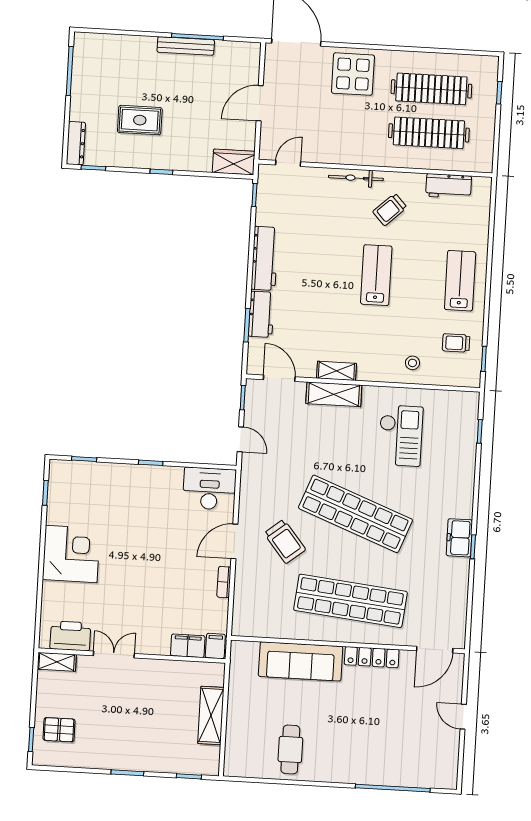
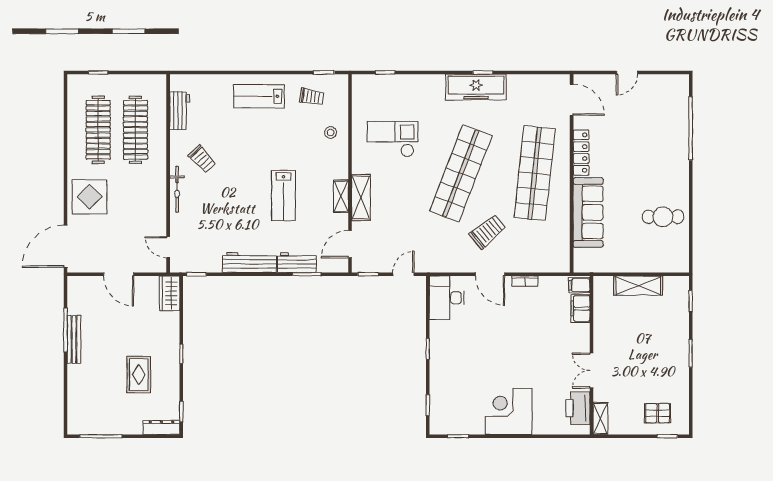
lab bench: (376, 275) -> (283, 195), moved, turned -90
trolley: (456, 343) -> (312, 97), turned -81
freezer: (459, 538) -> (476, 87), width x1.91, depth x1.26
pallet: (59, 730) -> (658, 413), turned 90

